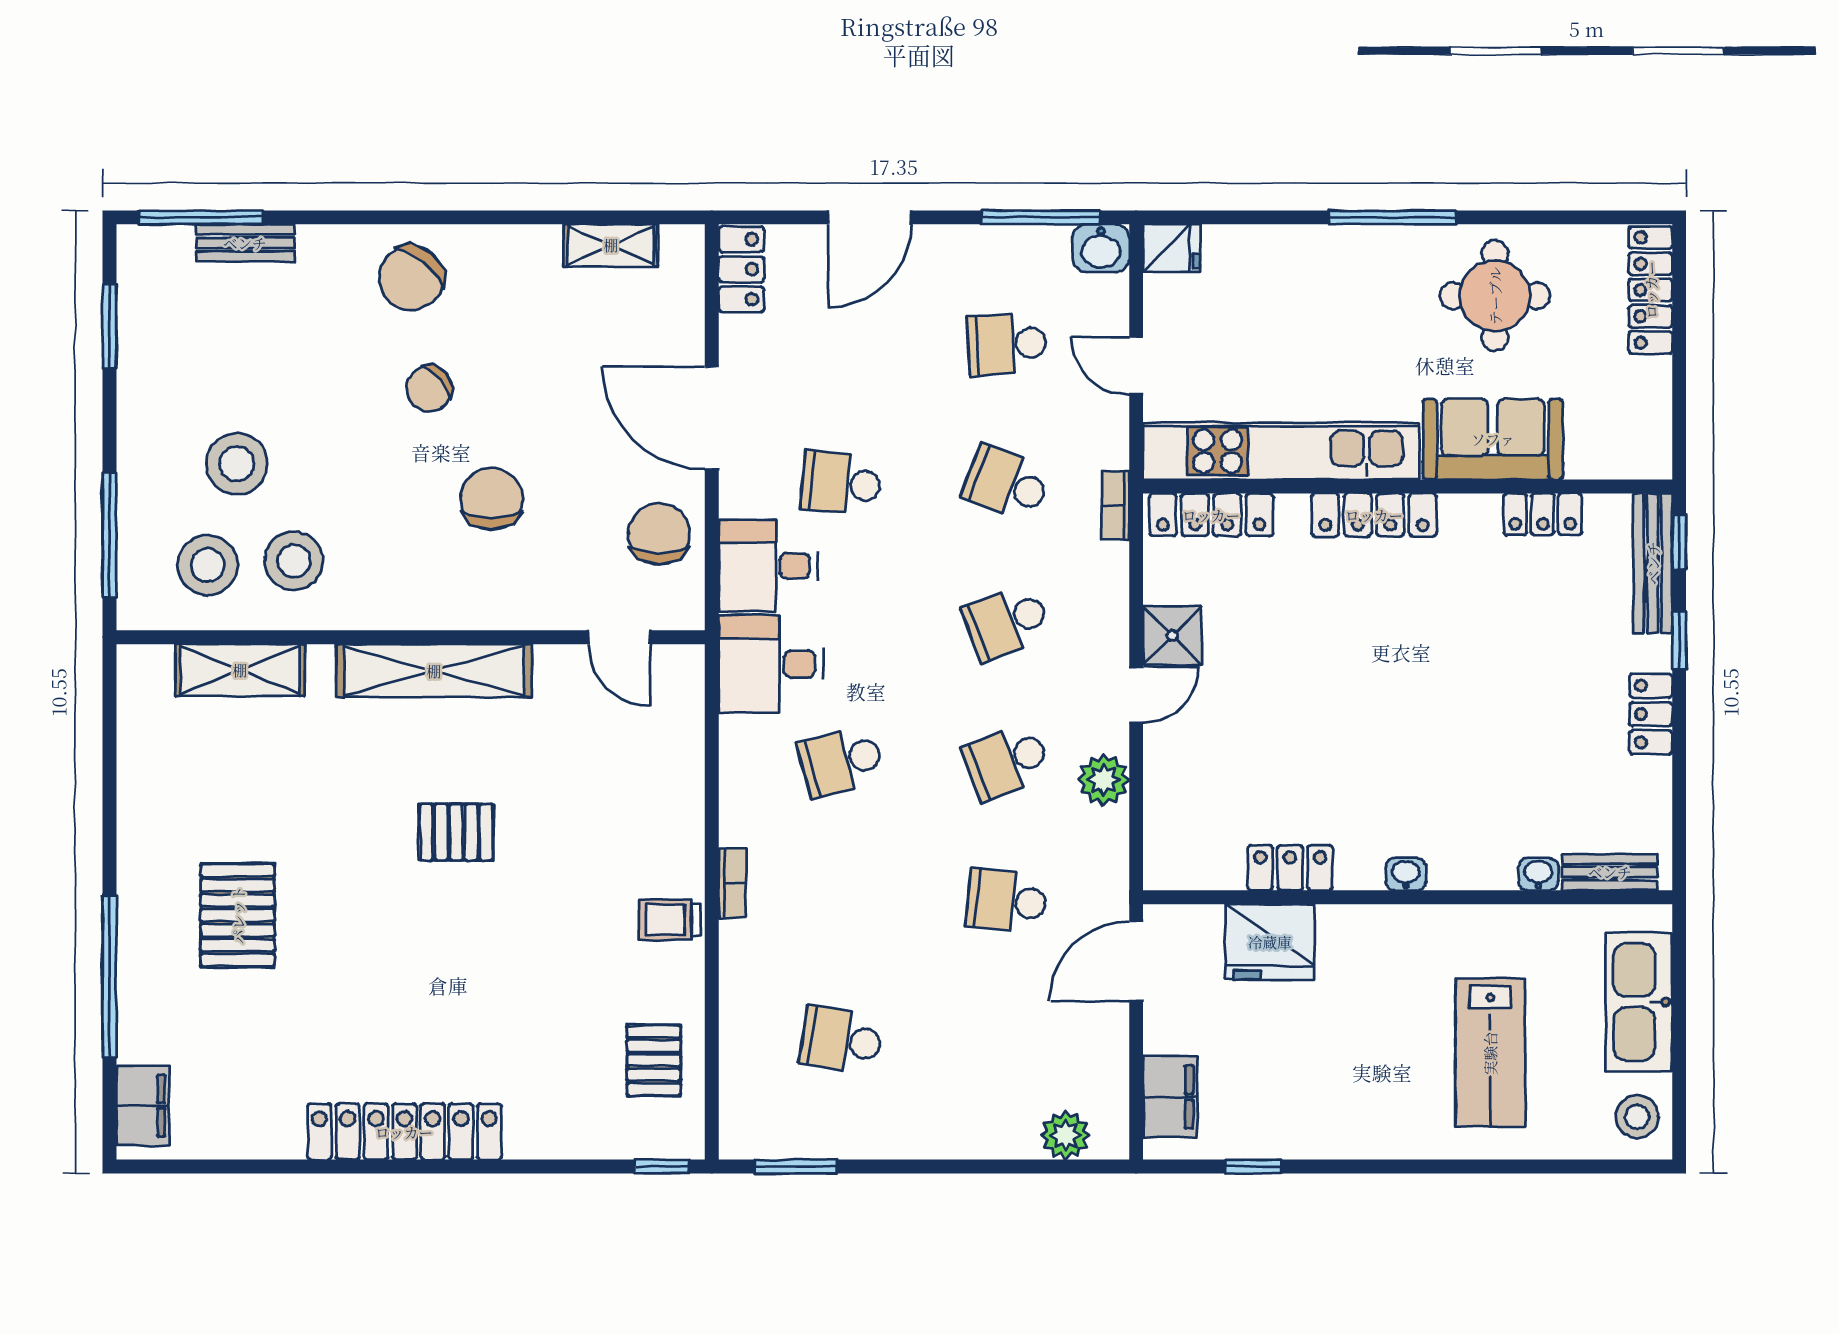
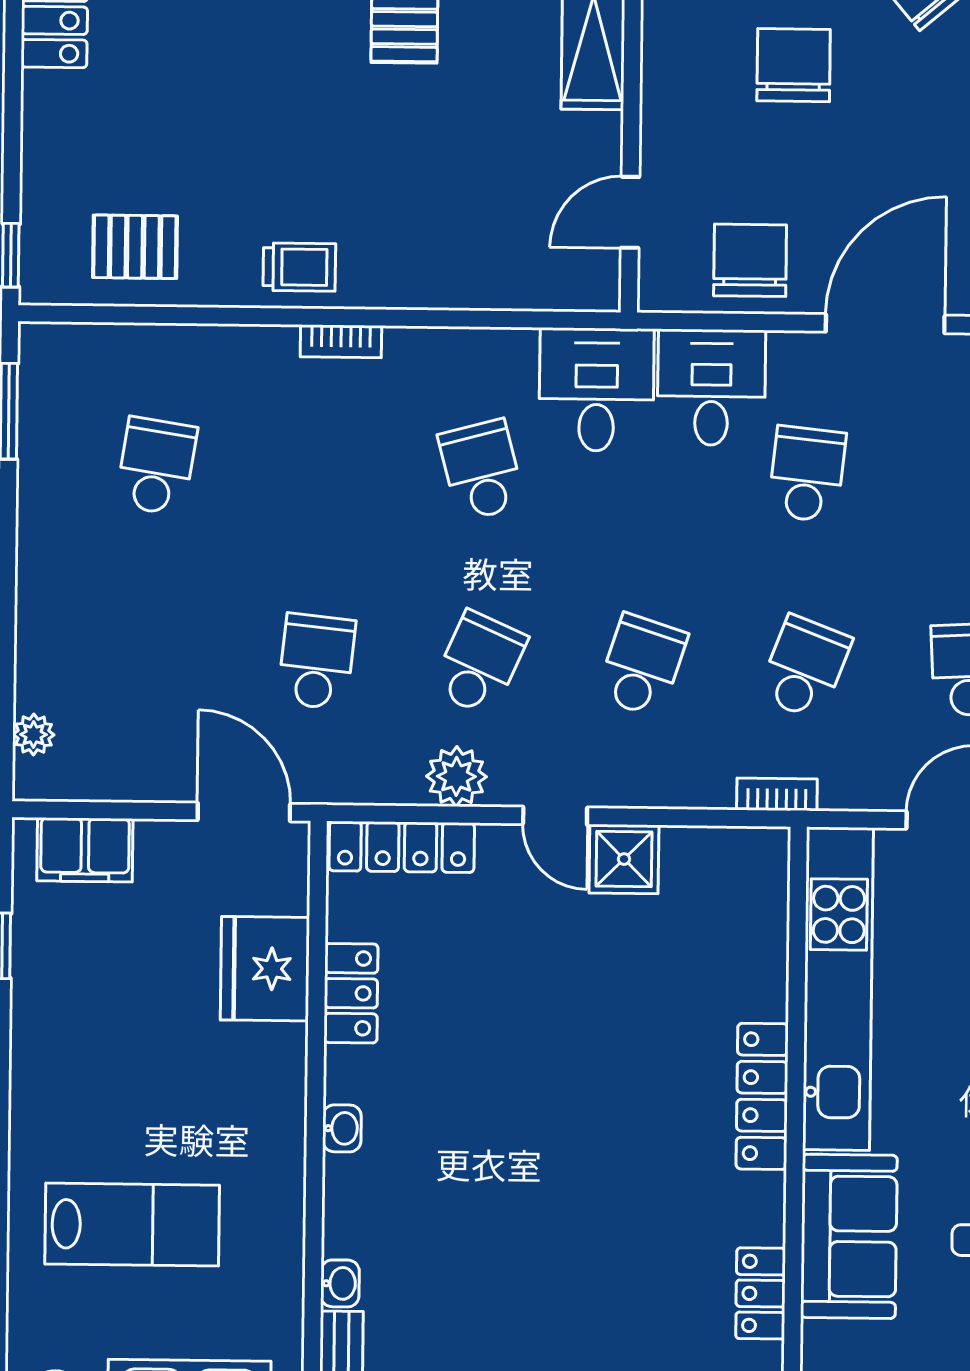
chair: (492, 499) -> (794, 65), turned -90
locker: (1211, 515) -> (402, 847), moved, turned -90
chair: (659, 534) -> (750, 260), turned -90
school desk: (1007, 622) -> (642, 666), turned 39
school desk: (1007, 762) -> (479, 664), turned 45
trolley: (669, 920) -> (299, 267), turned 90
lab bench: (1490, 1053) -> (132, 1225), turned 180
plant: (1065, 1135) -> (34, 735), width x0.73, depth x0.73

